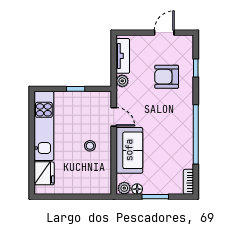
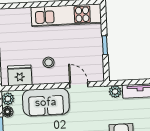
door: (114, 117) -> (79, 85), swing flipped
fridge: (44, 173) -> (20, 75), moved, turned 180

